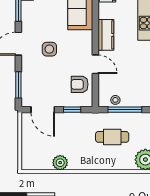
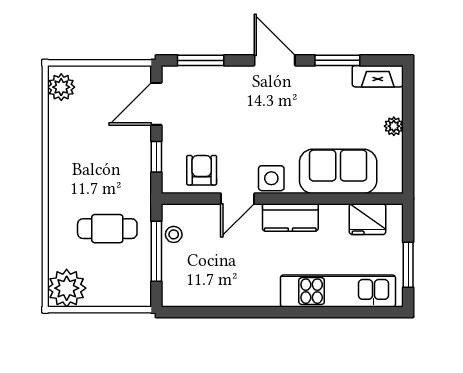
side table: (49, 49) -> (271, 178), moved
cafe table: (112, 137) -> (107, 229), turned 90
plant: (60, 163) -> (61, 87), moved

